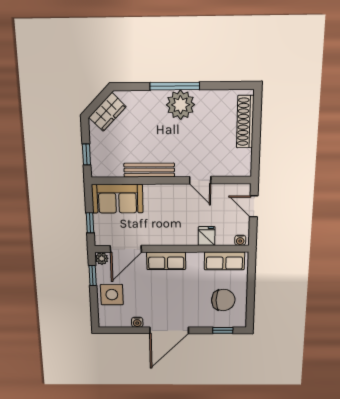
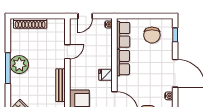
fridge: (207, 236) -> (105, 75), moved
row of seats: (166, 261) -> (123, 63), moved
chair: (223, 300) -> (152, 35), turned 180

